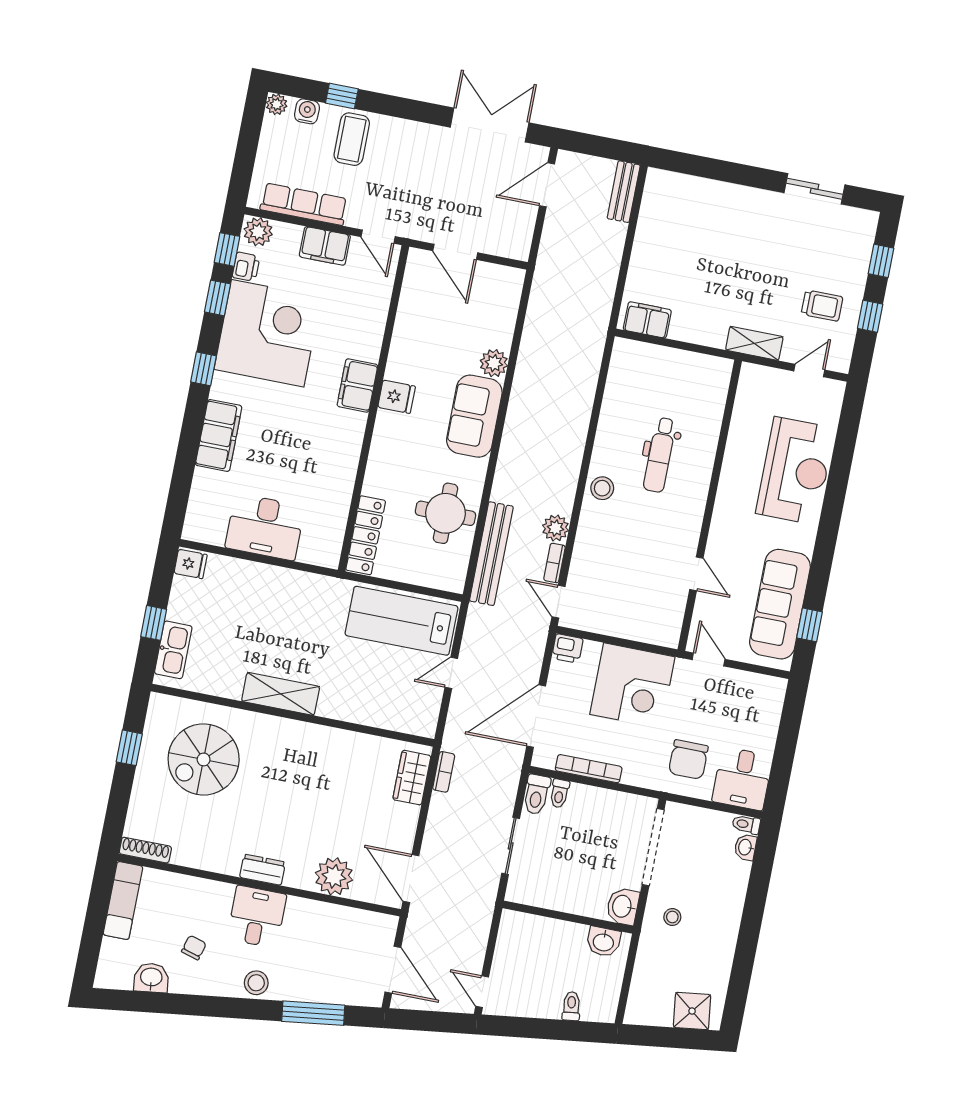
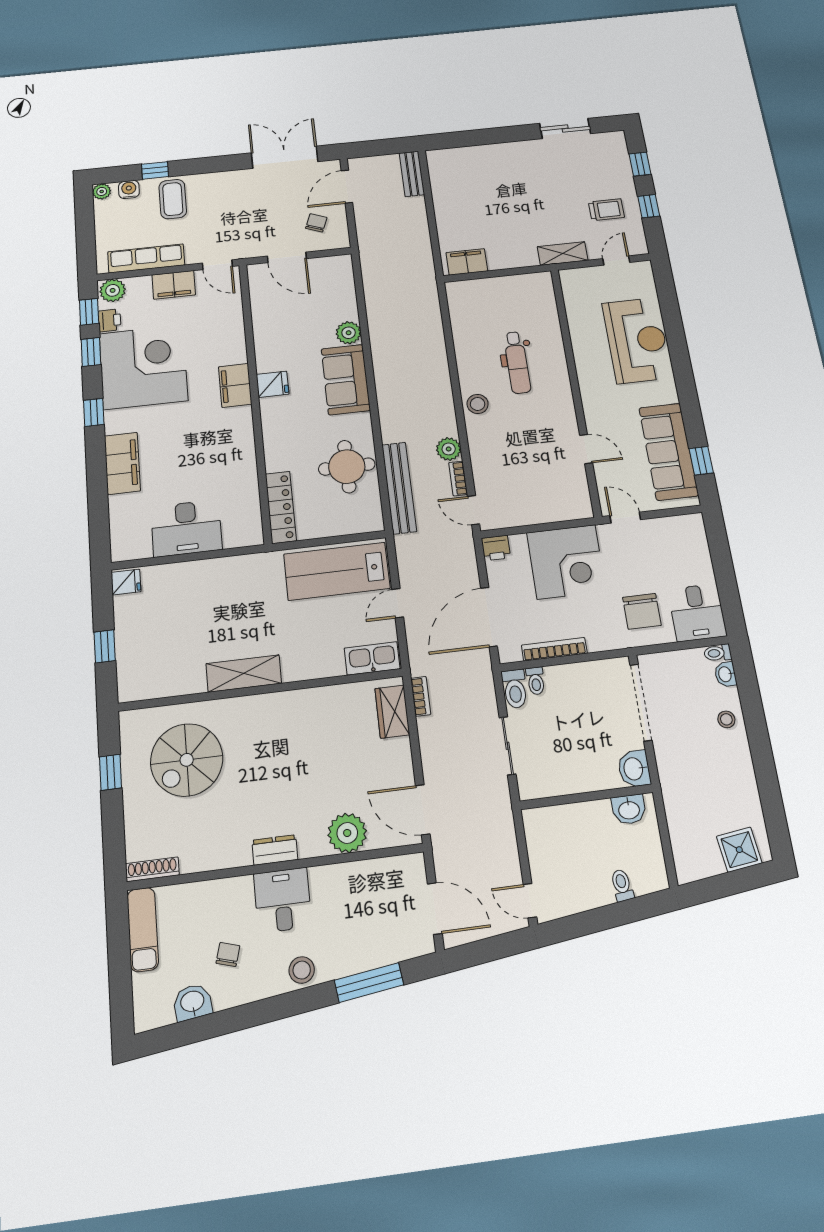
chair: (500, 220) -> (316, 223), added
kitchen sink: (173, 650) -> (372, 658), moved, turned -90
stool: (672, 917) -> (726, 719), moved

